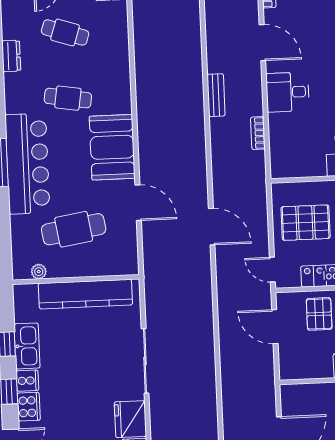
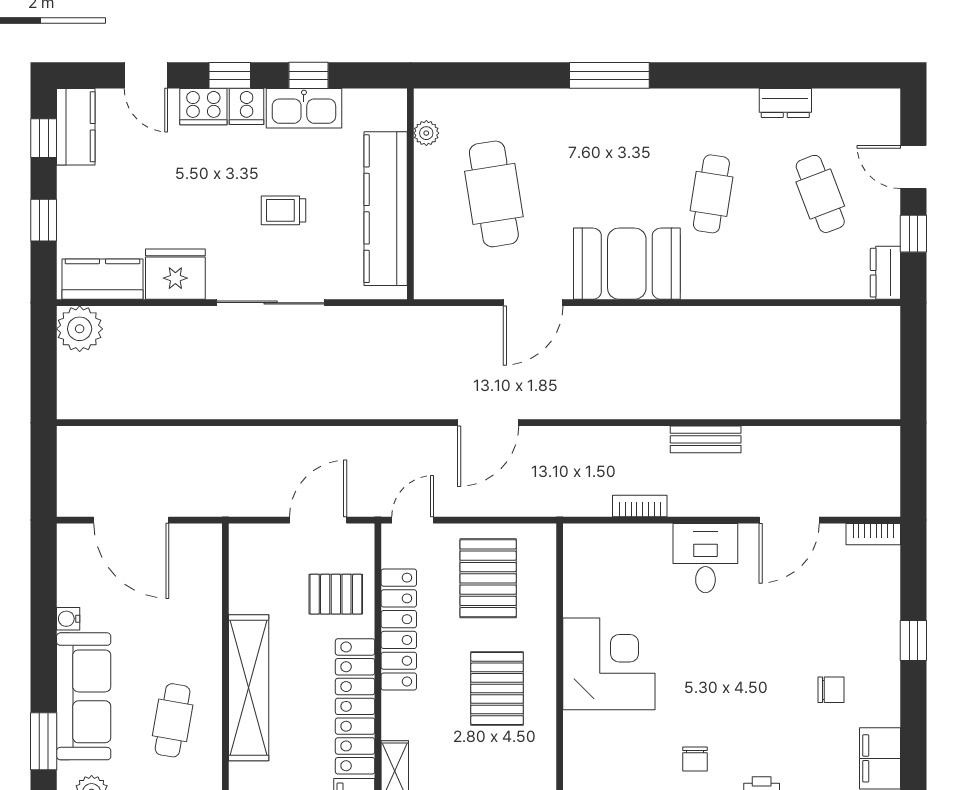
cafe table: (65, 32) -> (820, 194), turned -39
bar counter: (27, 164) -> (606, 122), removed
trolley: (89, 356) -> (283, 210), added

